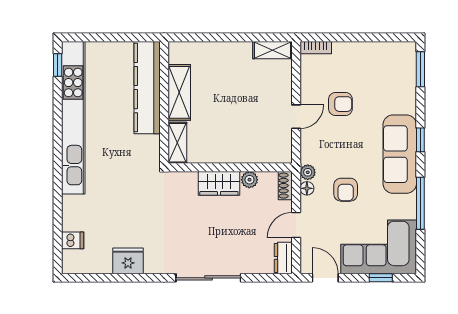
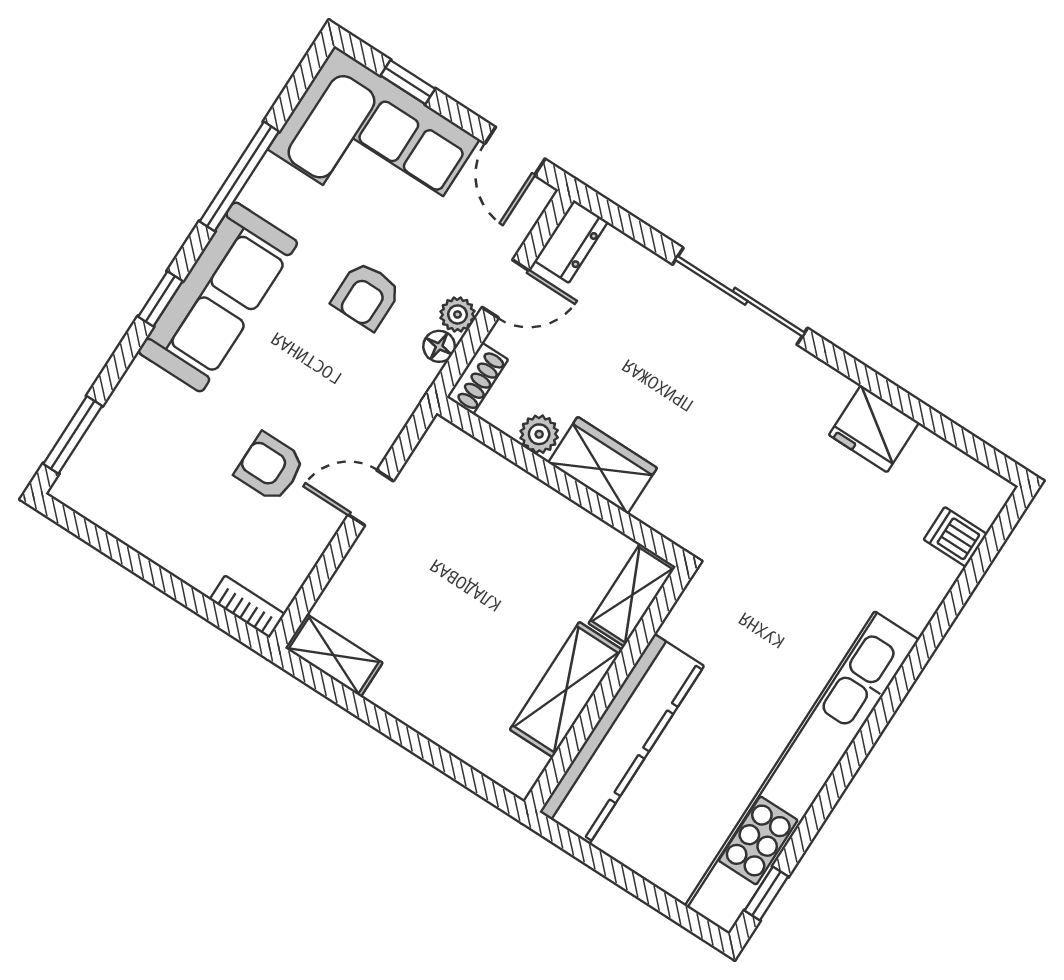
plant: (308, 172) -> (457, 314), moved
armchair: (346, 190) -> (366, 296), turned 180

